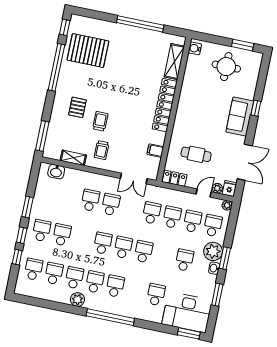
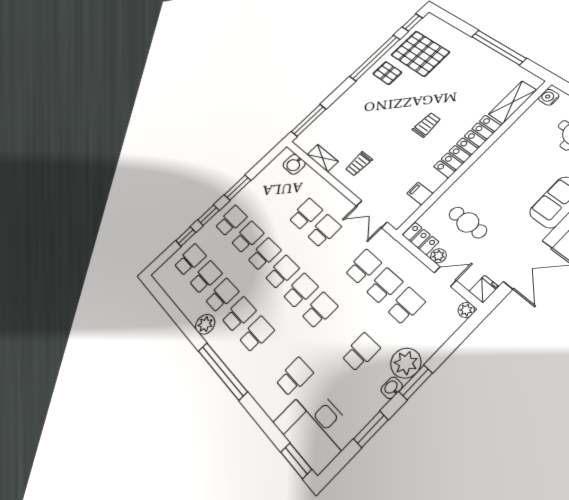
pallet: (77, 107) -> (387, 73), moved, turned 90
trolley: (100, 121) -> (427, 125), moved
plant: (217, 188) -> (438, 256), moved
school desk: (213, 226) -> (264, 254), moved

